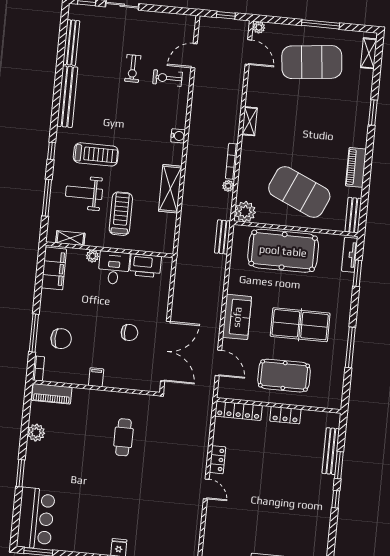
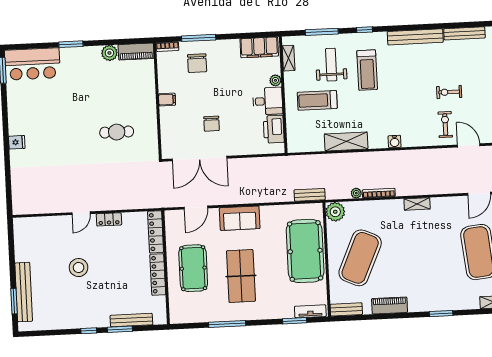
treadmill: (121, 214) -> (317, 100), turned 180
piano: (52, 394) -> (136, 52), moved, turned -90
locker: (285, 415) -> (158, 275), width x1.53
stool: (265, 500) -> (79, 268), added

